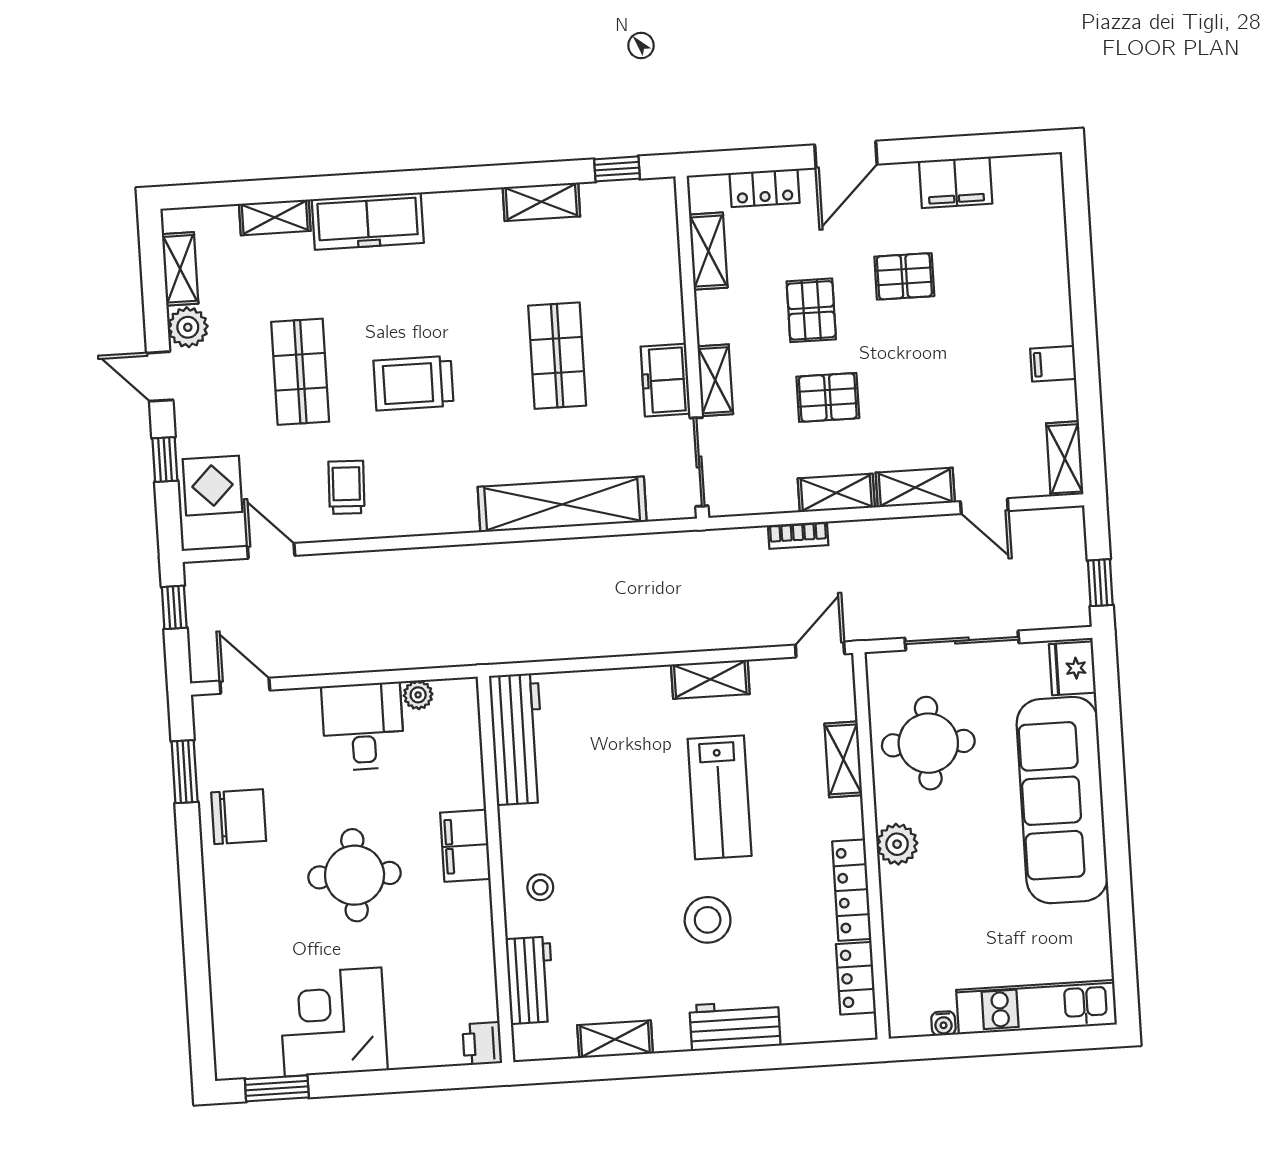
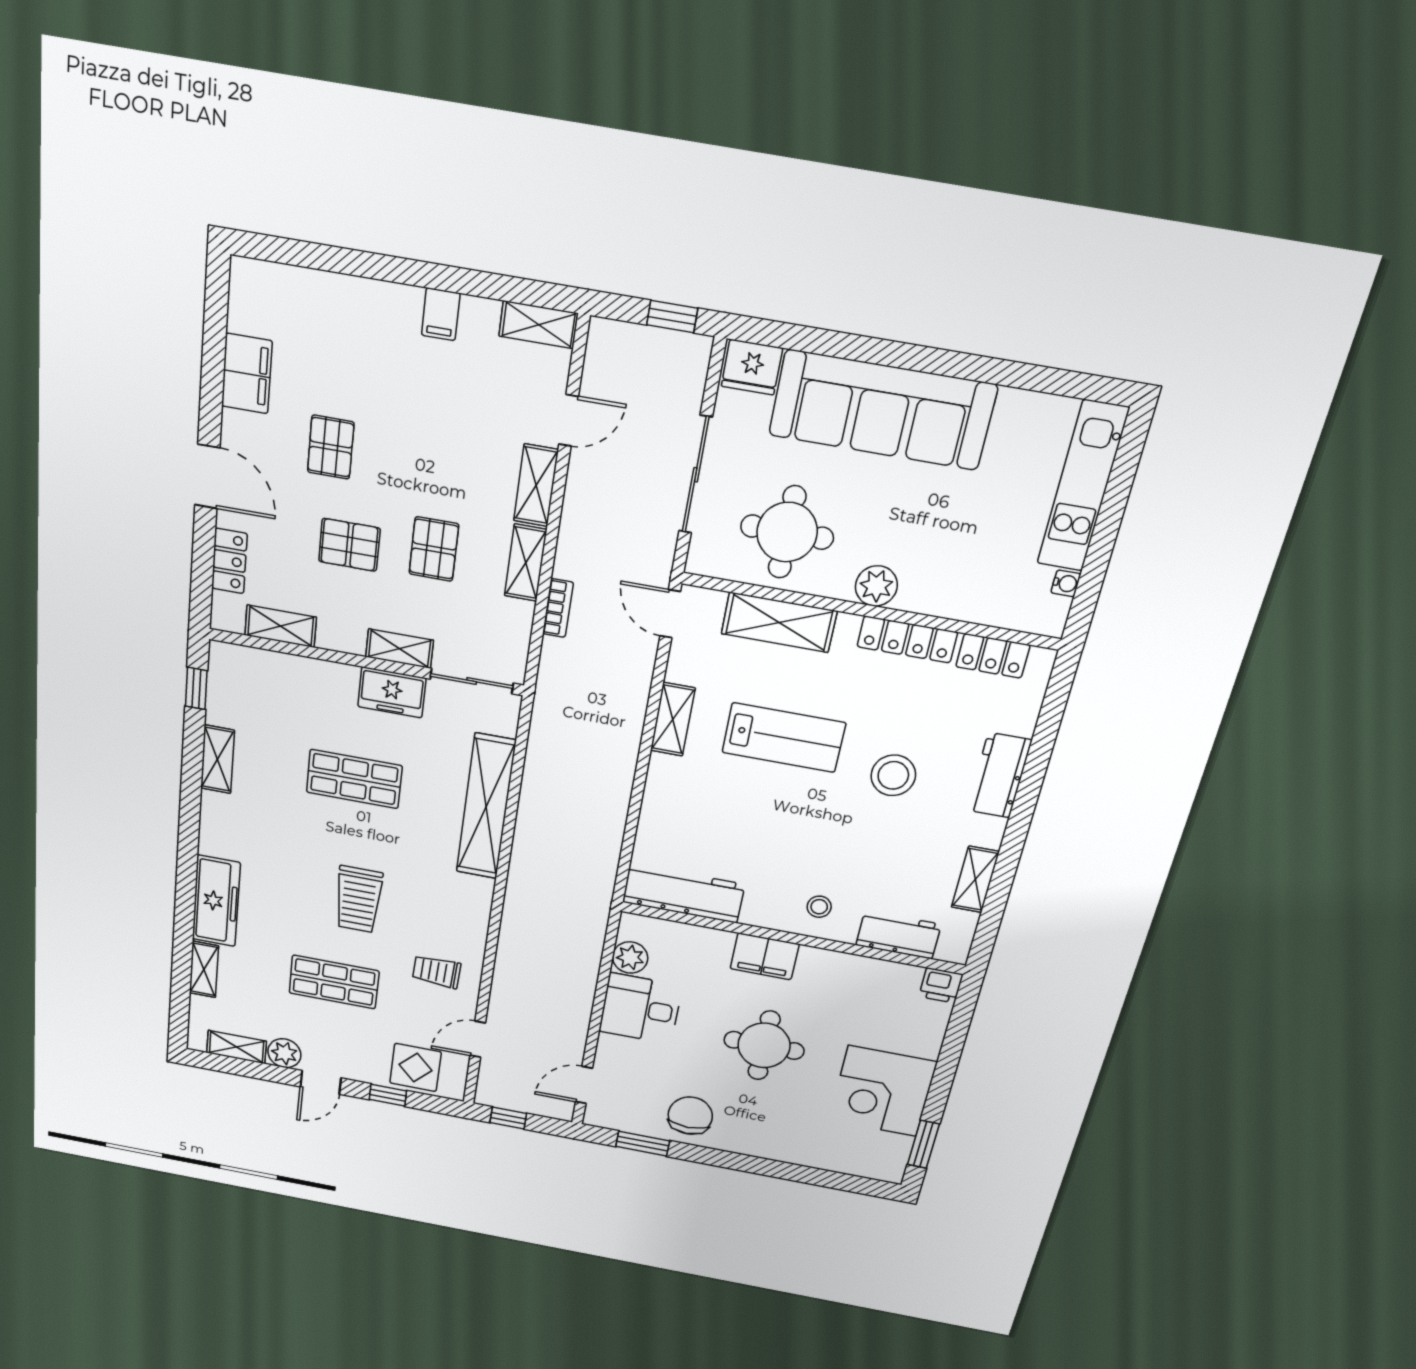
plant: (418, 695) -> (630, 957), width x1.38, depth x1.38
shelving: (843, 759) -> (779, 622), width x1.50, depth x1.33

